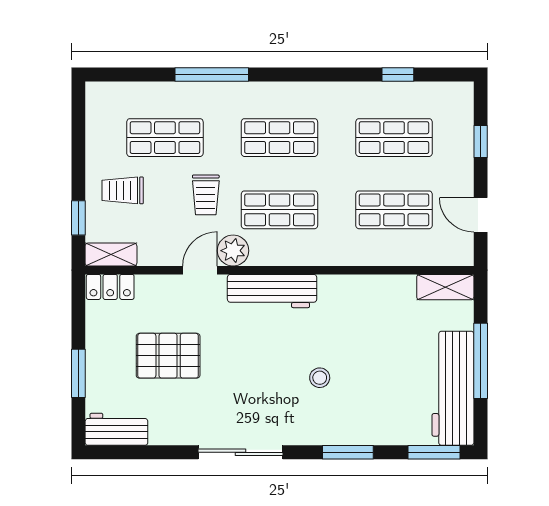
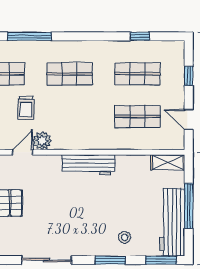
shop shelf: (279, 210) -> (70, 117), removed
workbench: (272, 291) -> (88, 165), moved
stool: (320, 378) -> (125, 237), moved

